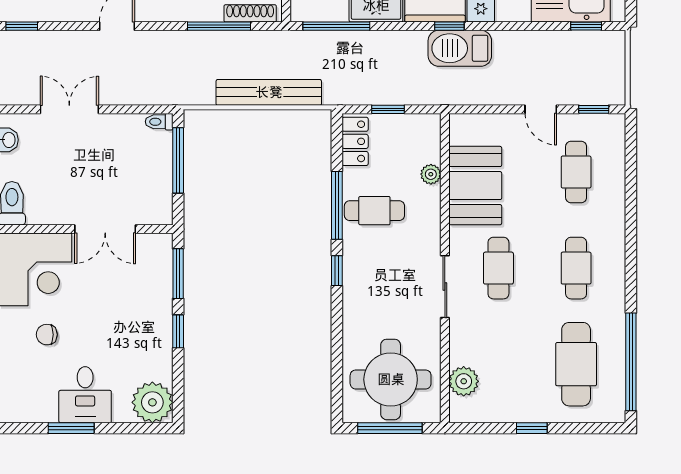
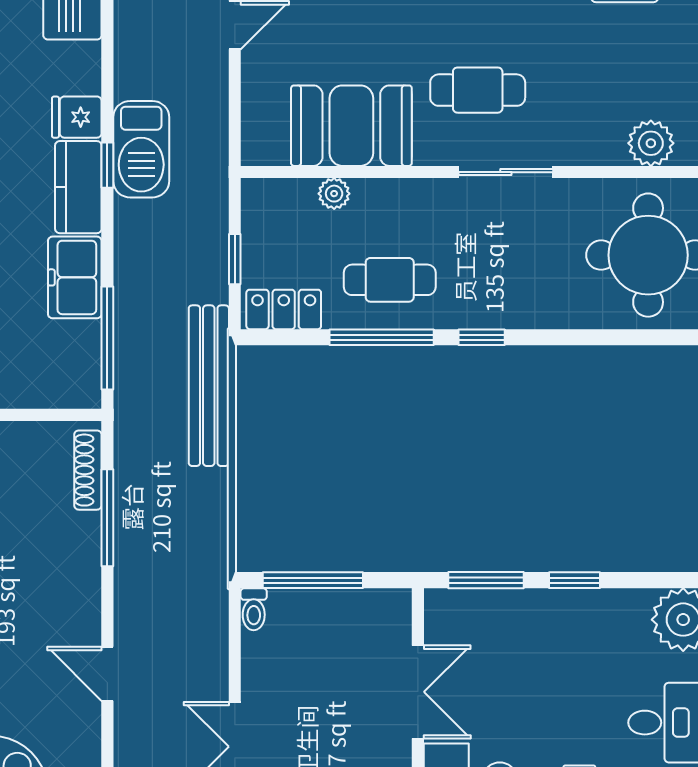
bench: (269, 92) -> (209, 386), moved
cafe table: (374, 211) -> (390, 280), turned 90

